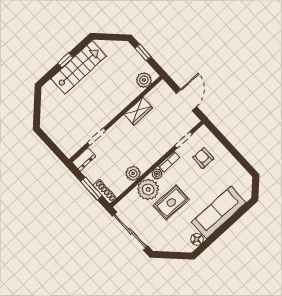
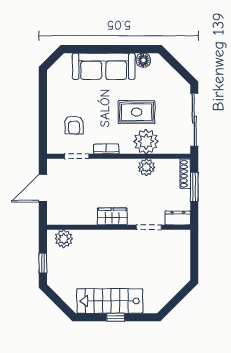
wardrobe: (138, 111) -> (112, 216), moved
plant: (157, 174) -> (126, 148), removed

